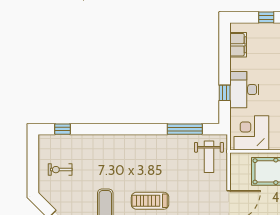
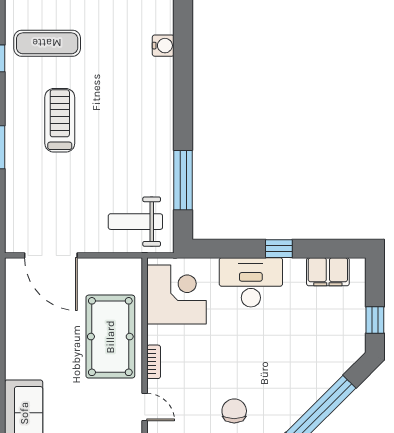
window: (225, 93) -> (279, 249), moved
water cooler: (107, 141) -> (163, 46), added

